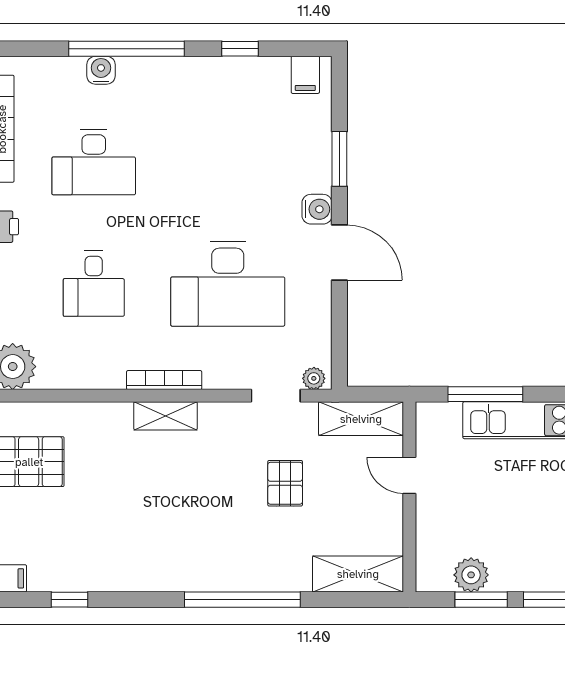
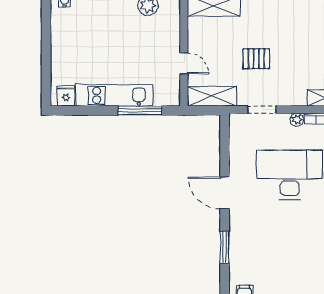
water cooler: (317, 209) -> (238, 218), removed
plant: (314, 378) -> (297, 120), moved
pallet: (285, 483) -> (256, 59), turned 90

